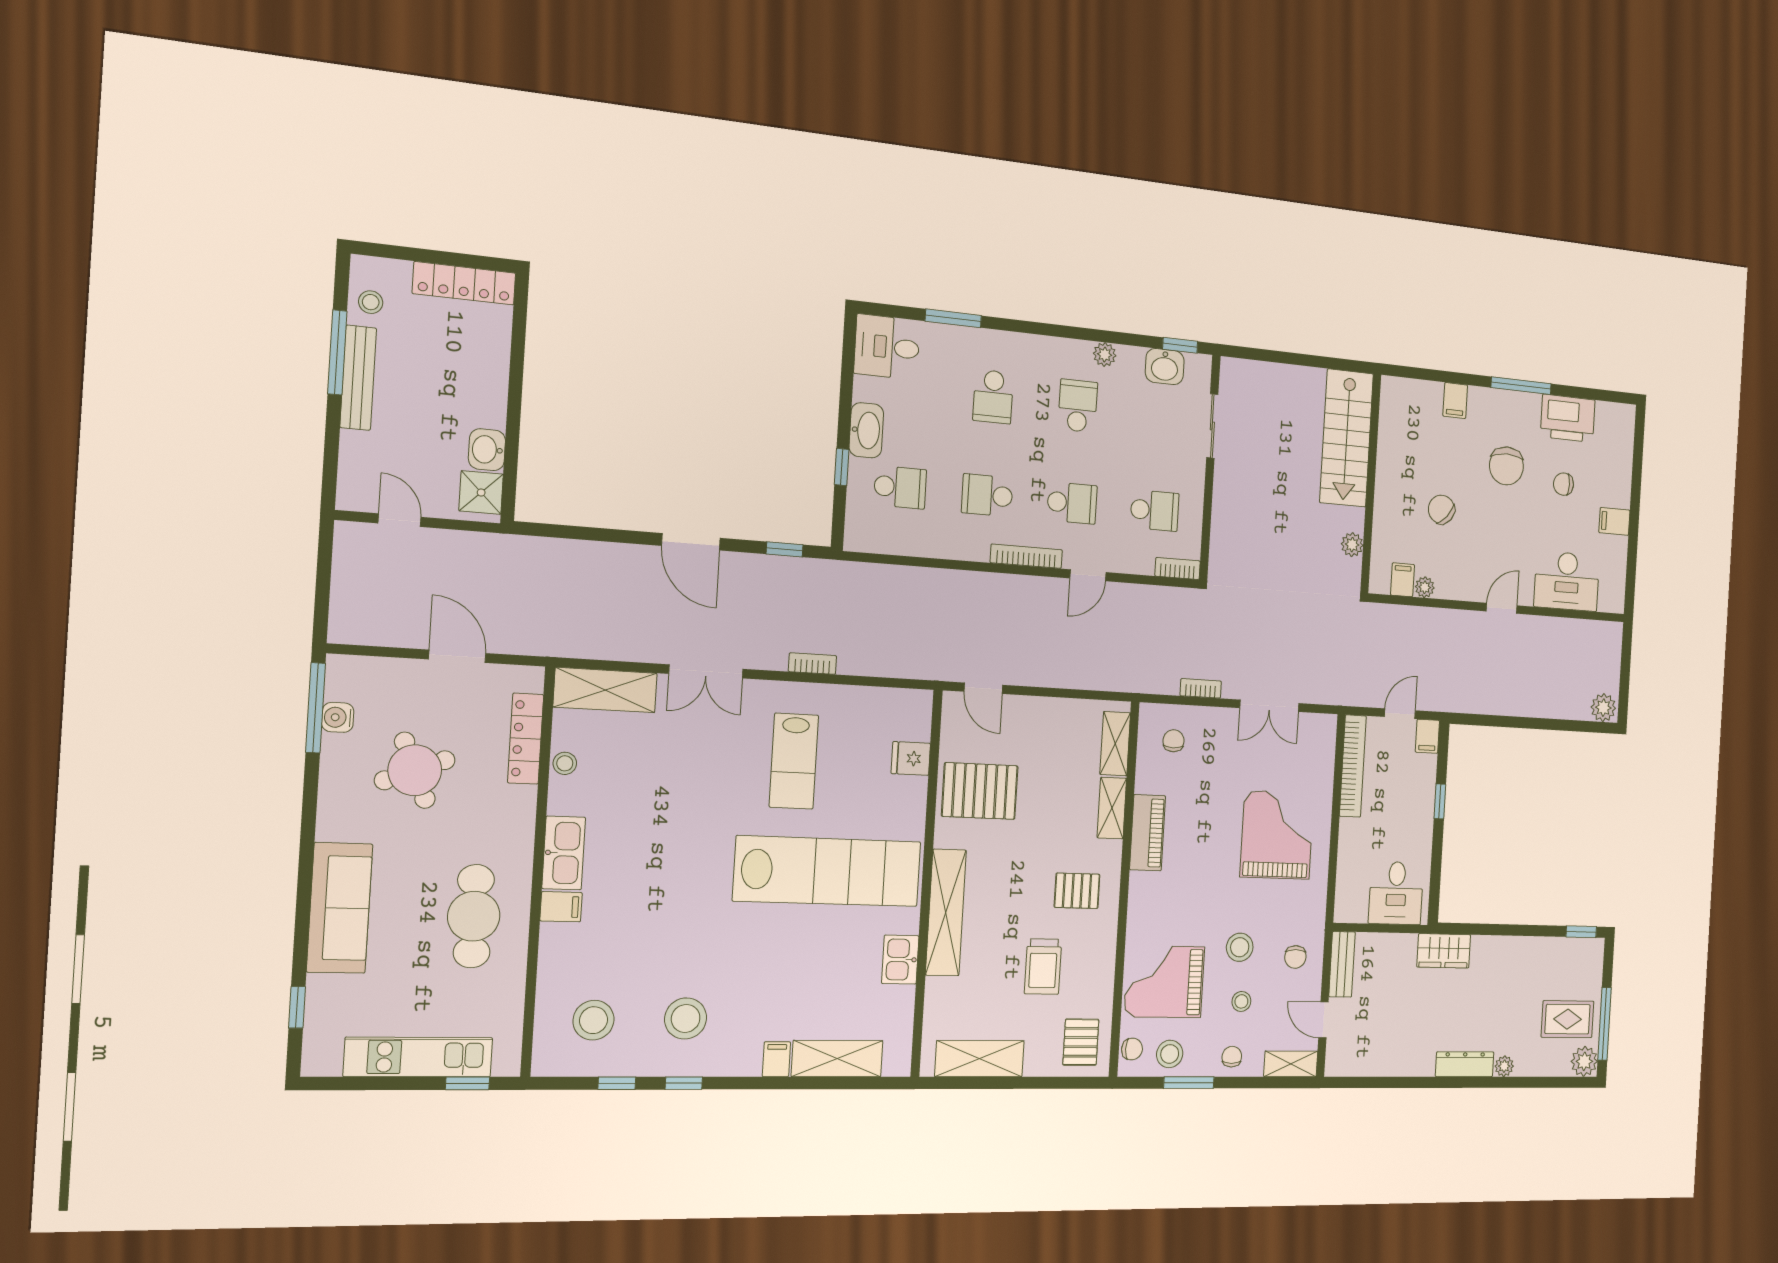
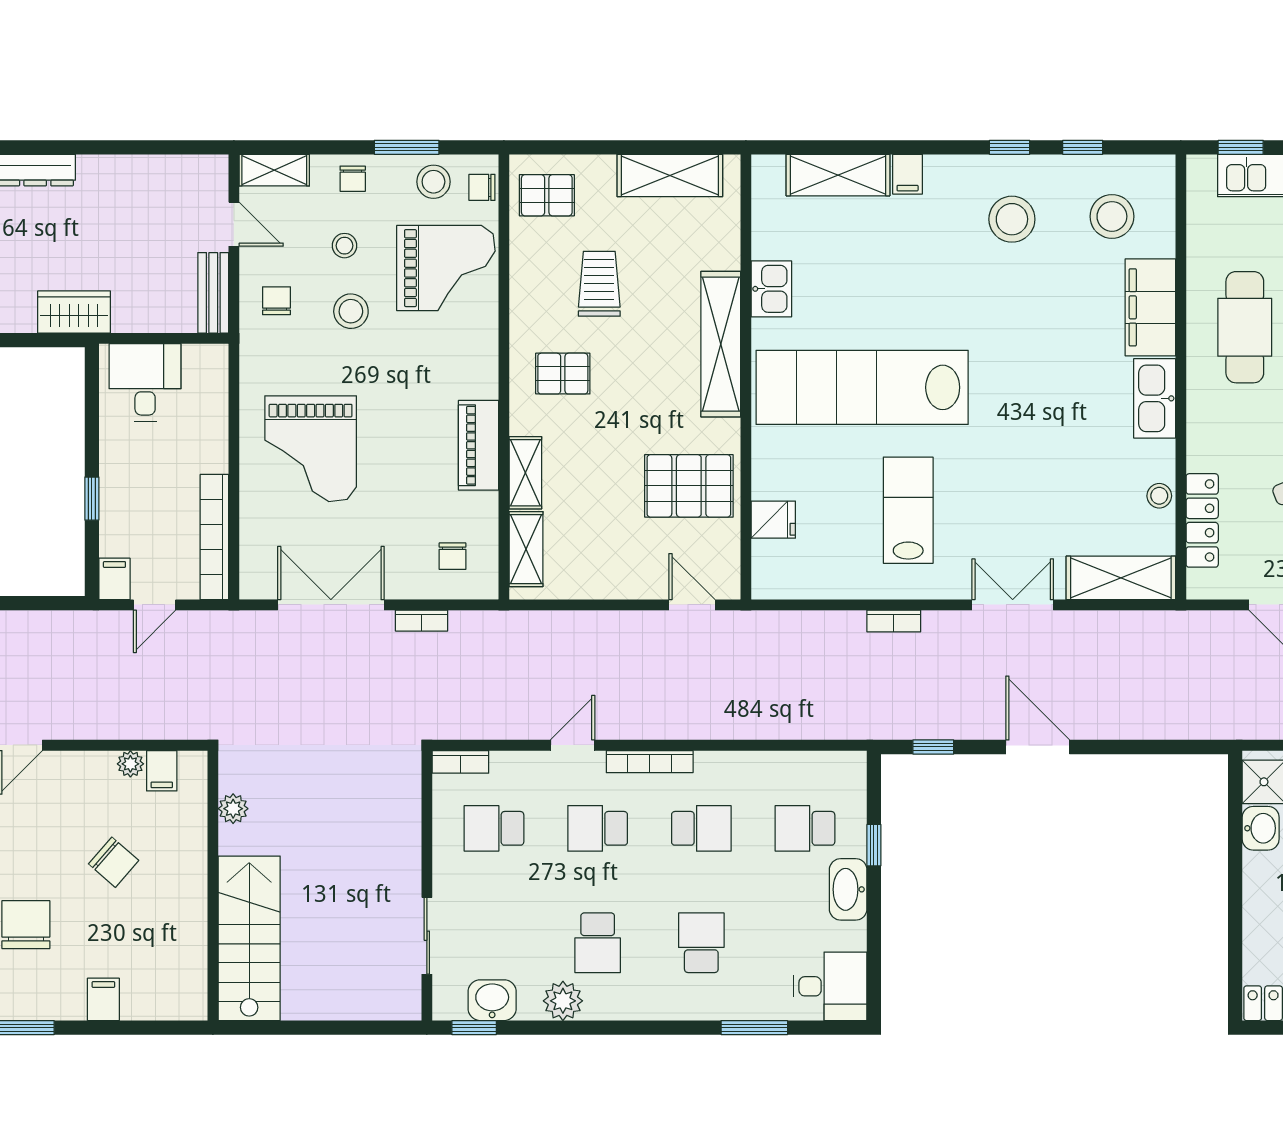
plant: (1105, 355) -> (563, 1001), width x1.38, depth x1.38
double door: (1269, 706) -> (331, 605), width x1.37
filing cabinet: (561, 907) -> (1150, 307), width x3.00, depth x1.17
pallet: (1081, 1042) -> (547, 195), turned 90

